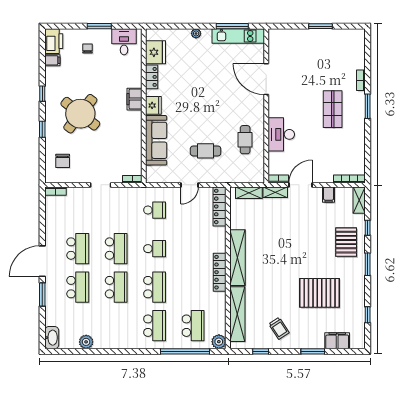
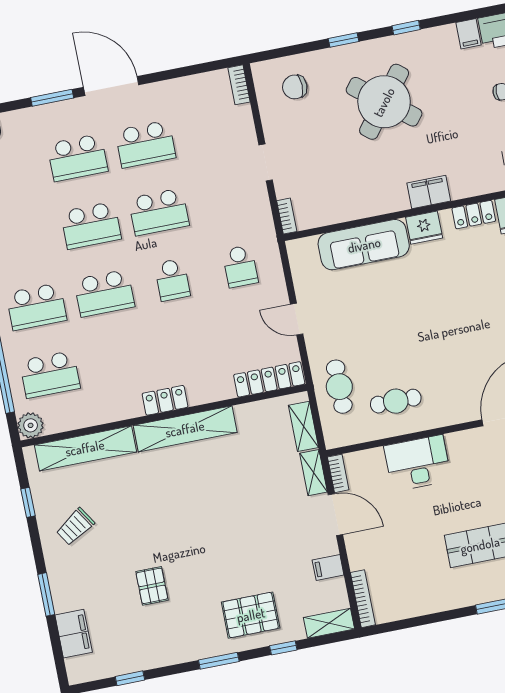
cafe table: (206, 151) -> (339, 387), moved
locker: (220, 272) -> (165, 400), width x0.66
pallet: (320, 293) -> (152, 586), width x0.49, depth x0.50

